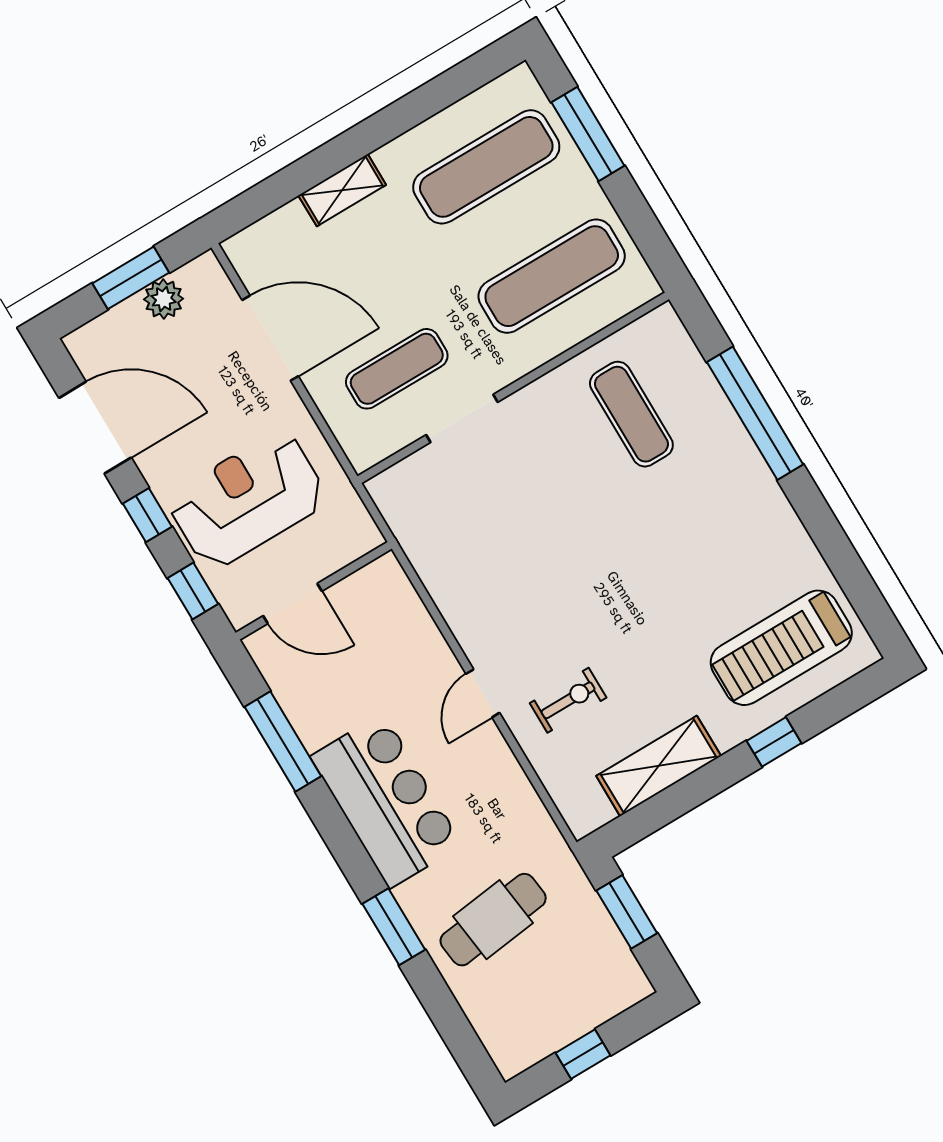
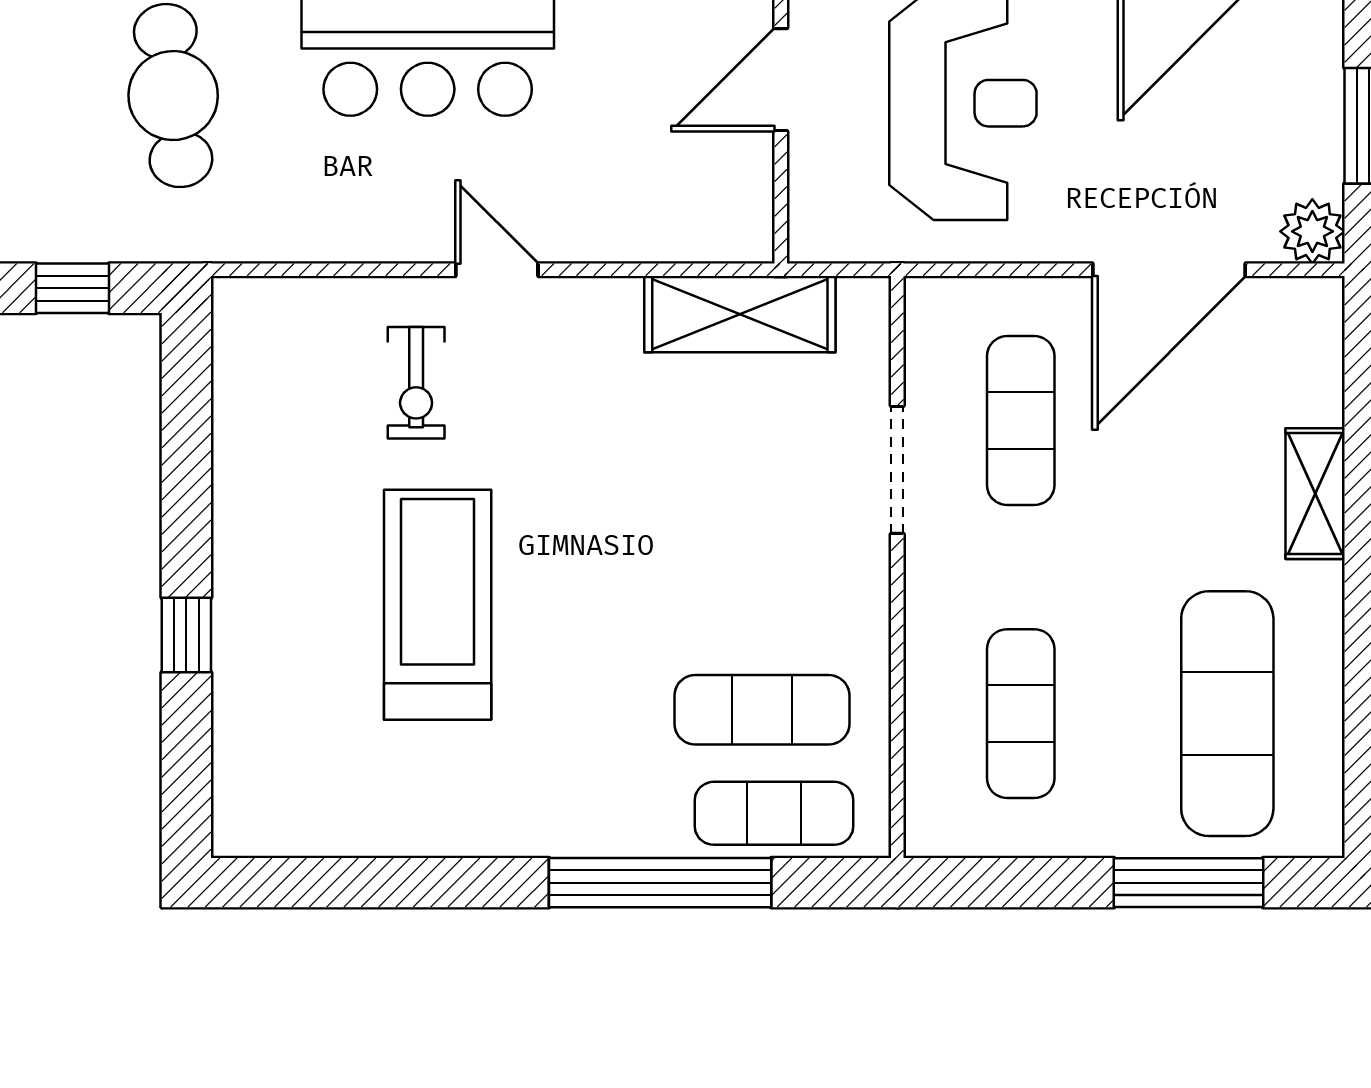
exercise mat: (552, 276) -> (1021, 714), width x0.73, depth x0.69
plant: (164, 299) -> (1312, 231), moved
exercise mat: (682, 375) -> (774, 813), added
treadmill: (781, 648) -> (438, 605), moved
shelving: (659, 766) -> (740, 314), moved, turned 90
window: (627, 912) -> (72, 288), width x0.67

